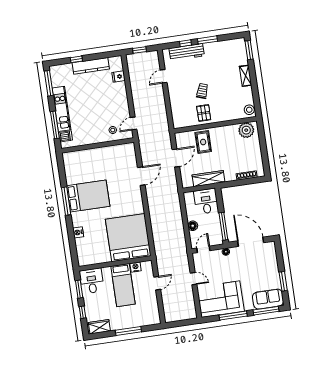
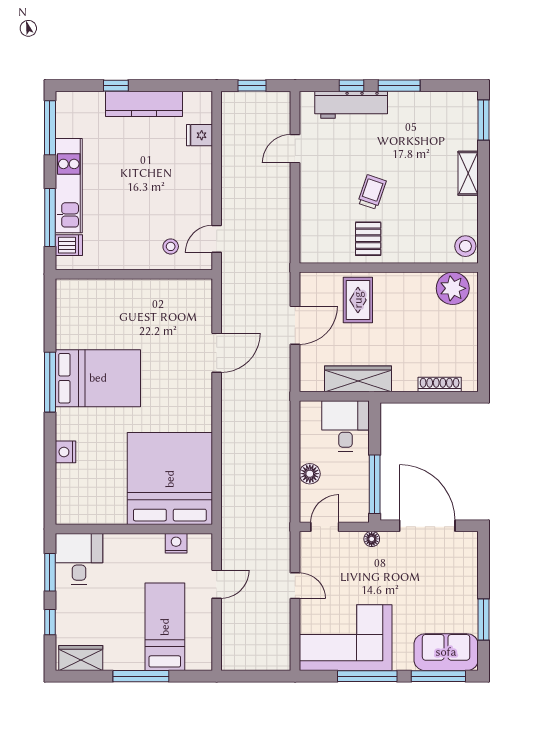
bed: (123, 285) -> (165, 627), moved, turned 180

